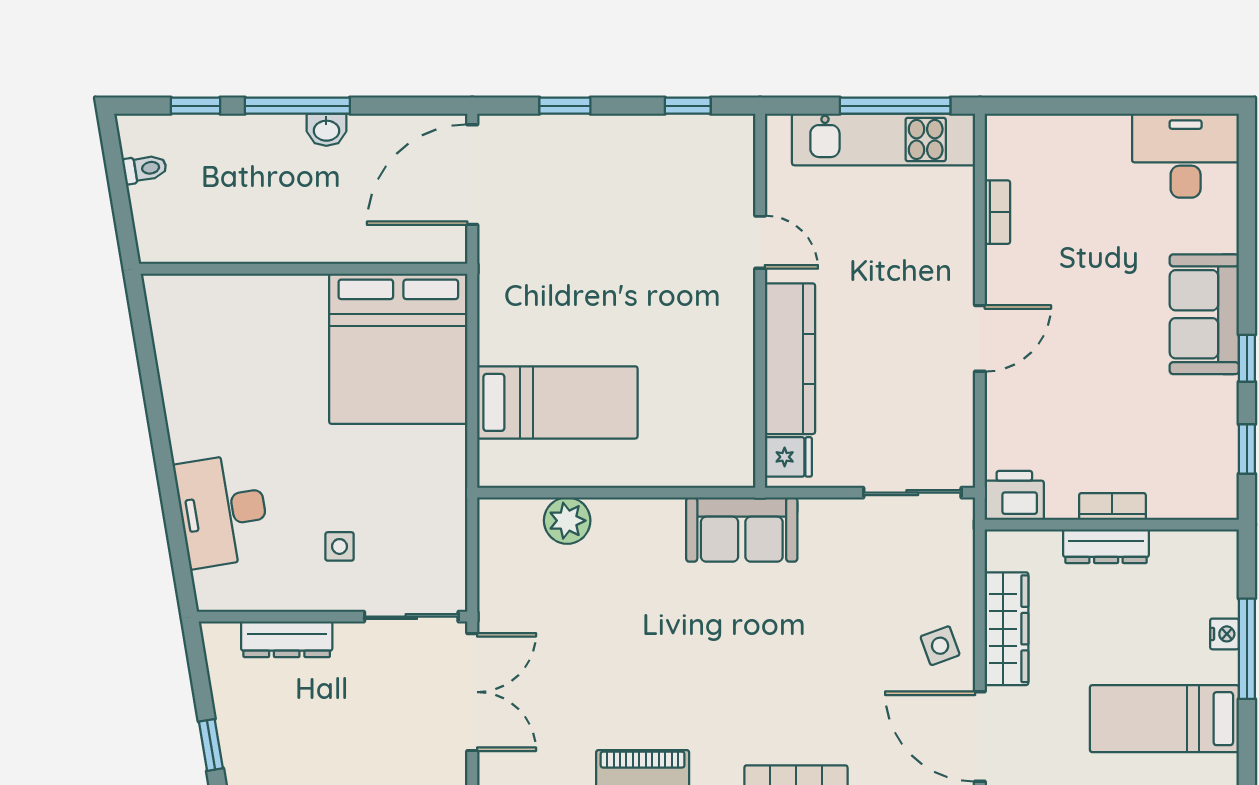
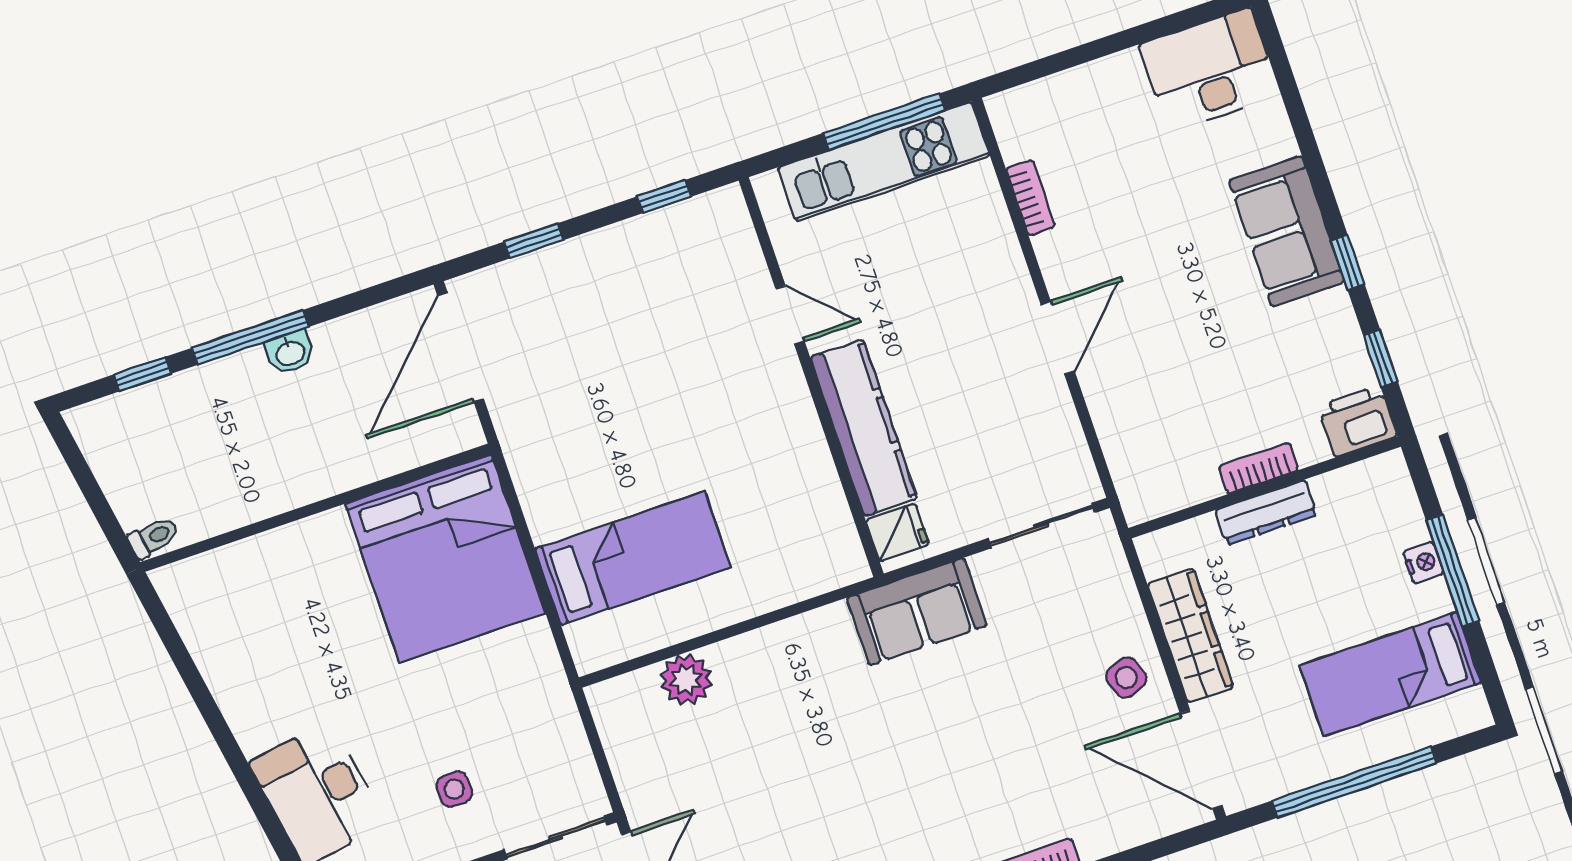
toilet: (145, 169) -> (154, 537), moved
printer: (1014, 495) -> (1357, 421), moved
sofa: (742, 530) -> (917, 612), moved

